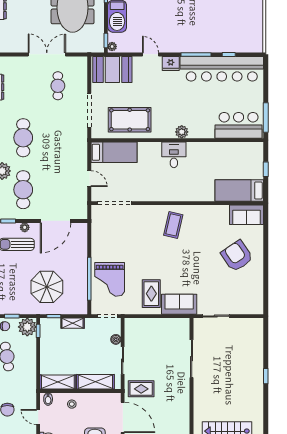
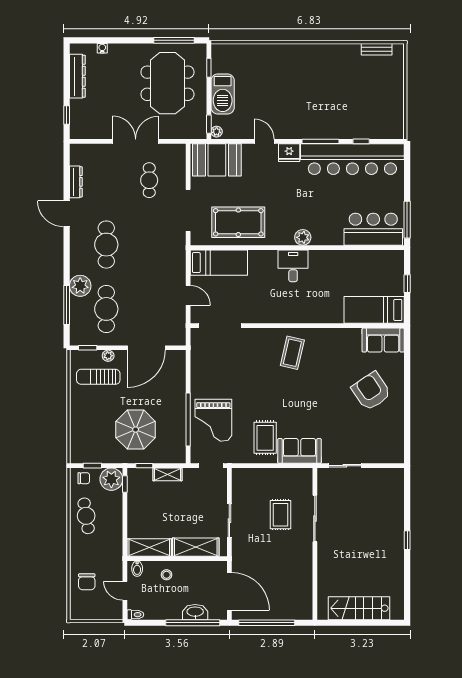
boiler: (116, 339) -> (221, 495), removed
rug: (141, 389) -> (281, 515), moved, turned 90

